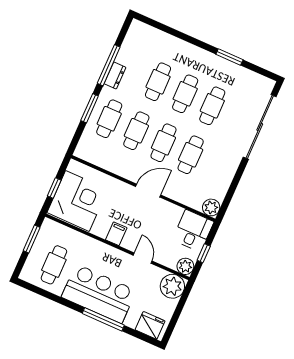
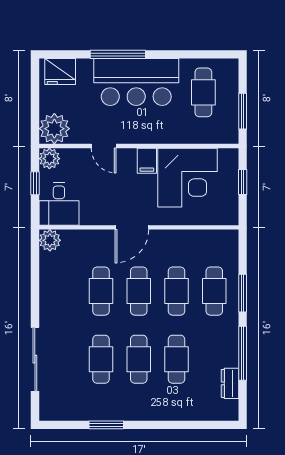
dresser: (115, 76) -> (230, 383), moved
sliding door: (260, 127) -> (35, 359), width x0.73
corner desk: (77, 201) -> (187, 178), moved, turned -90

